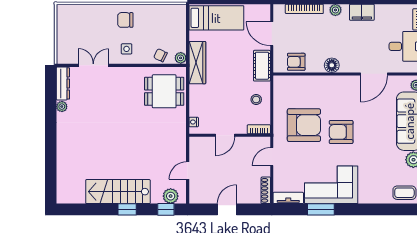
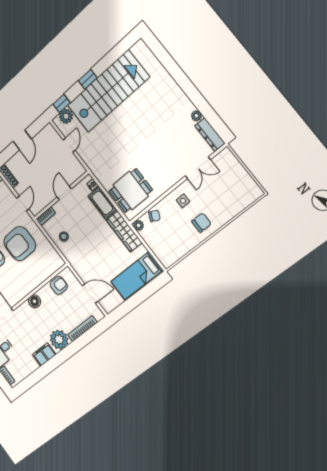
plant: (335, 10) -> (59, 340), width x1.87, depth x1.87
cot: (262, 66) -> (102, 203), moved
stairs: (118, 192) -> (108, 91), width x1.36, depth x1.51

